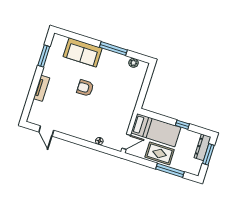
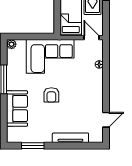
plant: (134, 63) -> (11, 44), moved
tv unit: (41, 88) -> (70, 138), width x1.41
corner sofa: (121, 98) -> (50, 56), added

